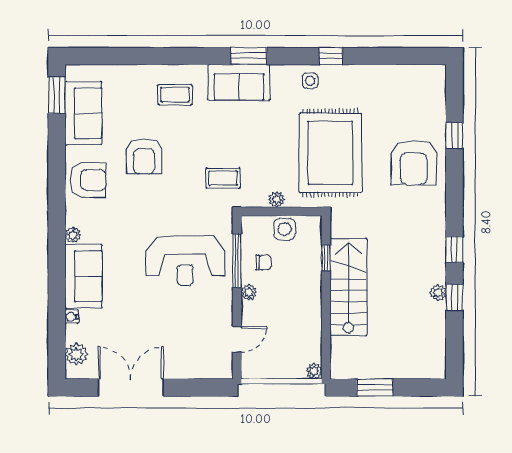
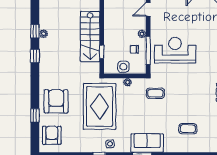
coffee table: (175, 95) -> (188, 129), moved
armchair: (144, 156) -> (52, 135), moved

